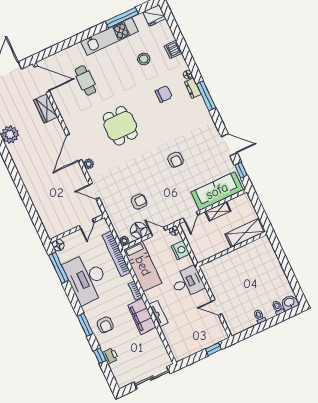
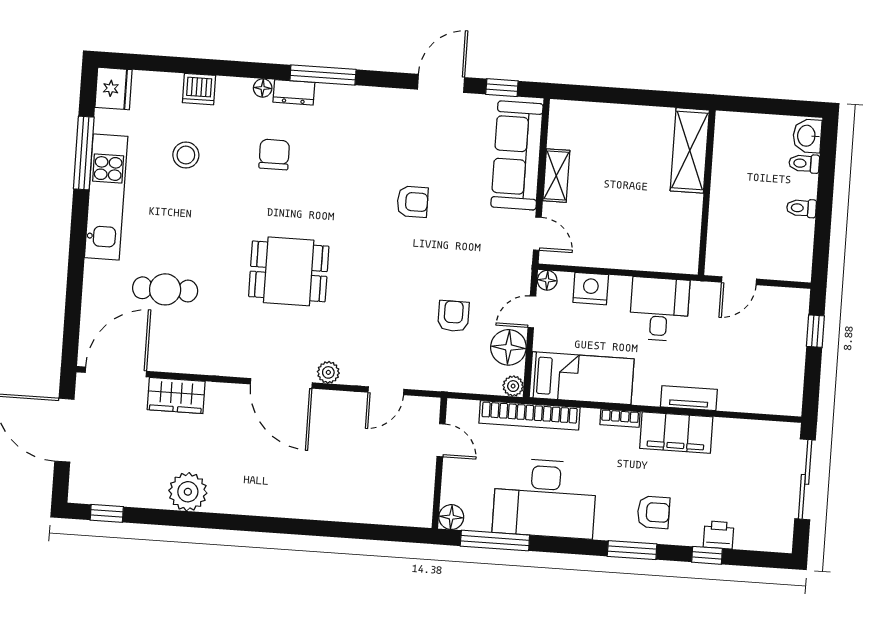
shelving: (245, 233) -> (690, 150), moved
wall: (232, 249) -> (707, 193), moved

